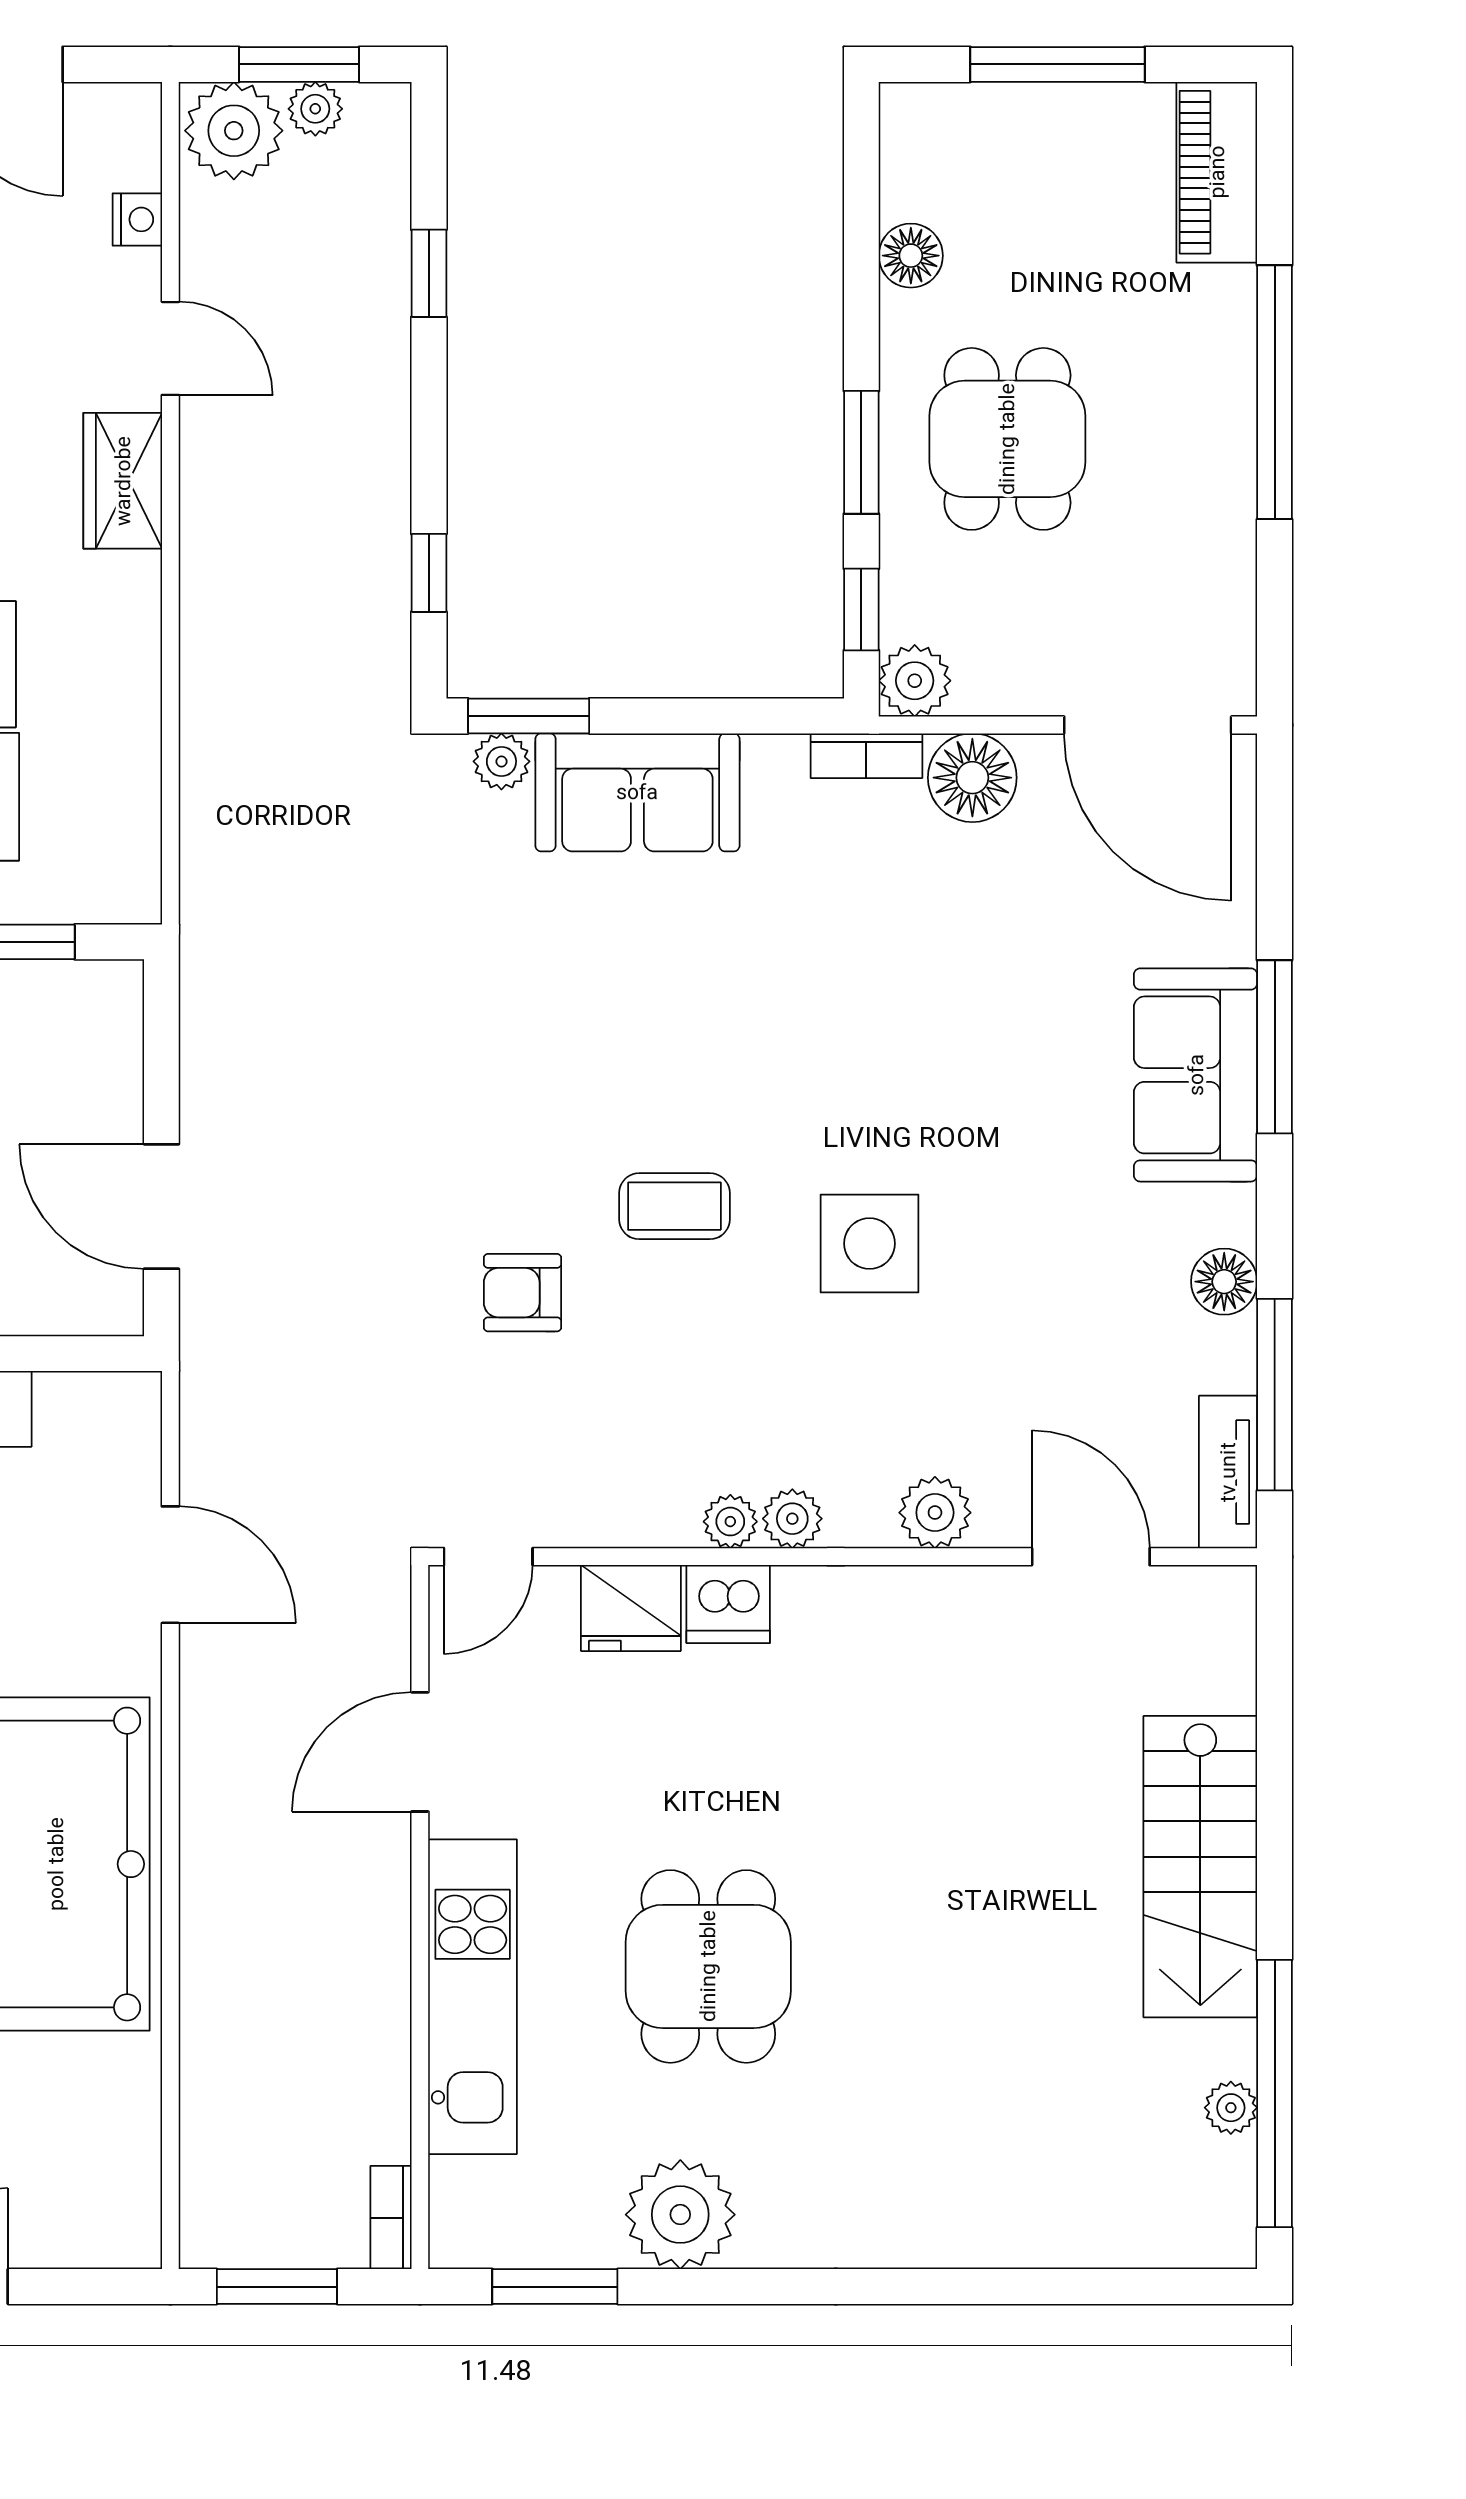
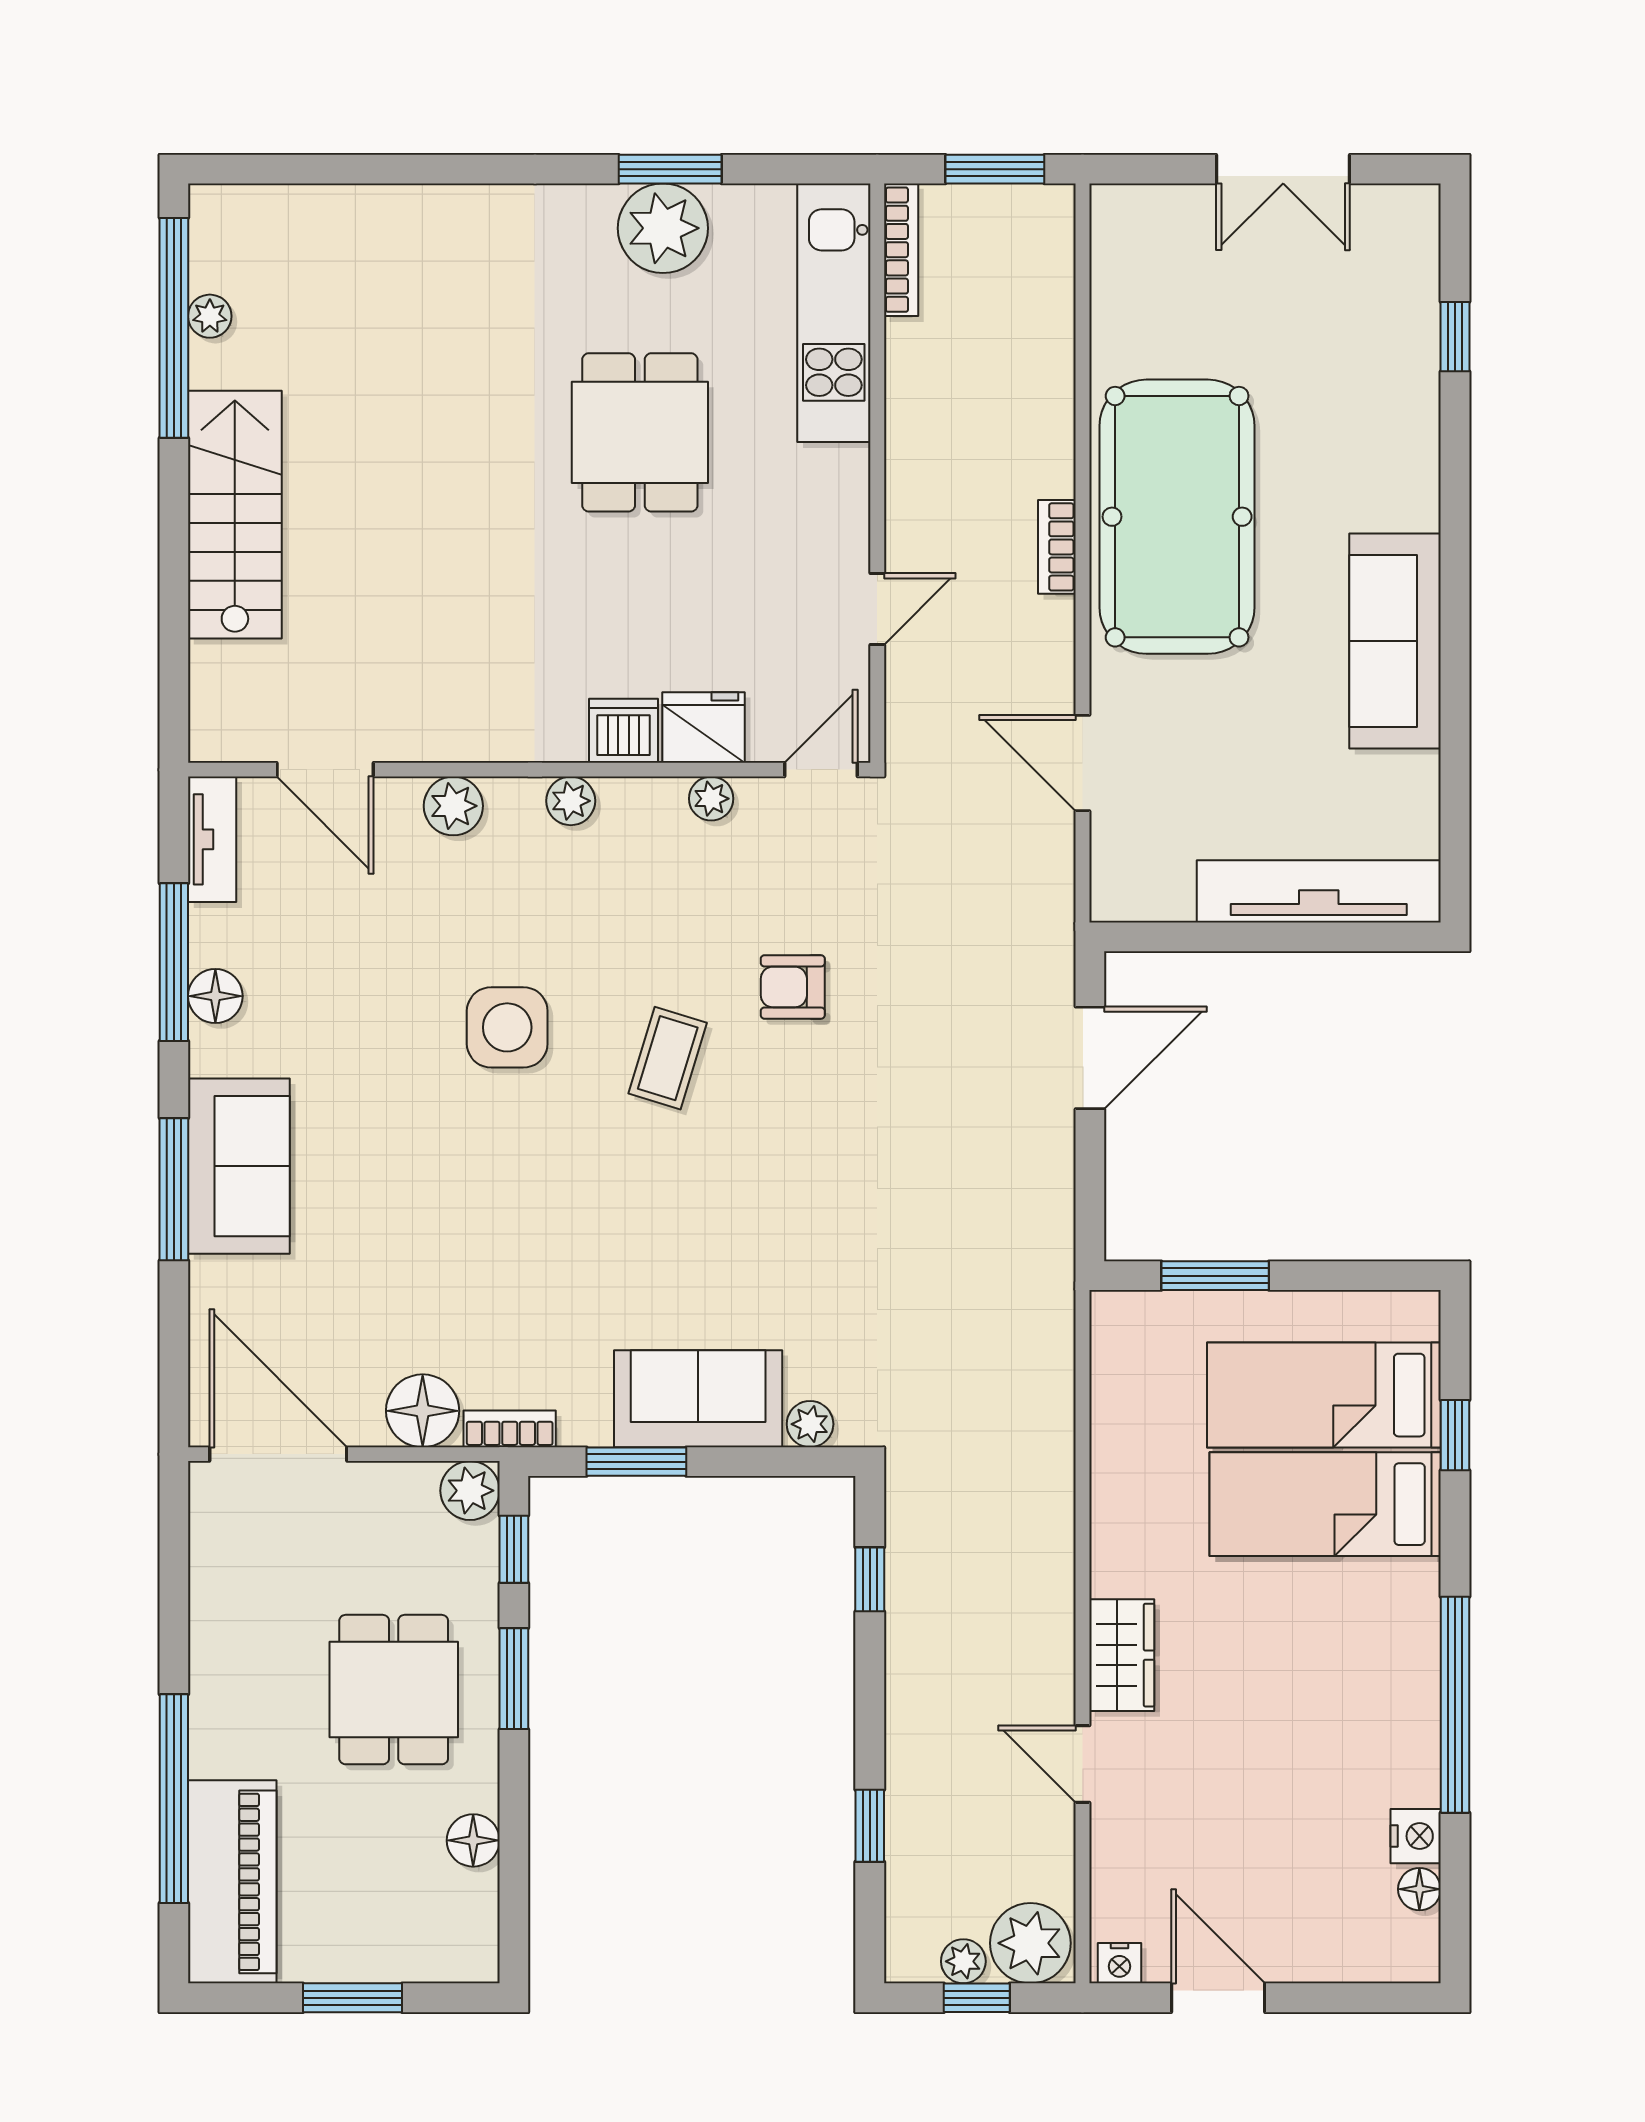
window: (299, 64) -> (977, 1998), width x0.67
window: (1057, 64) -> (352, 1998), width x0.69
piano: (1217, 172) -> (232, 1882), width x1.37, depth x1.33
nightstand: (137, 219) -> (1119, 1963), moved, turned -90
window: (1275, 392) -> (174, 1799), moved
window: (529, 716) -> (636, 1462), moved
coffee table: (674, 1206) -> (668, 1058), turned -73
door: (161, 1207) -> (1090, 1058), hinge flipped
armchair: (523, 1293) -> (793, 987), turned 180
window: (1275, 1395) -> (174, 962), moved
plant: (730, 1522) -> (711, 799), moved
door: (420, 1752) -> (877, 609), width x0.73
bookcase: (202, 1827) -> (1057, 547), added
kitchen unit: (473, 1997) -> (834, 313), moved
bookcase: (391, 2218) -> (901, 250), width x1.56
window: (555, 2287) -> (670, 169), moved

